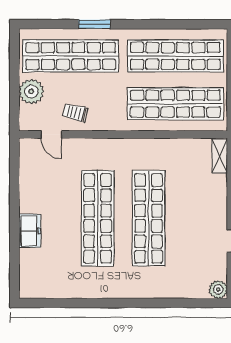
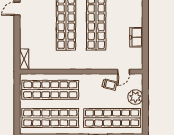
door: (51, 135) -> (124, 72), swing flipped
freezer: (30, 231) -> (136, 37), moved

